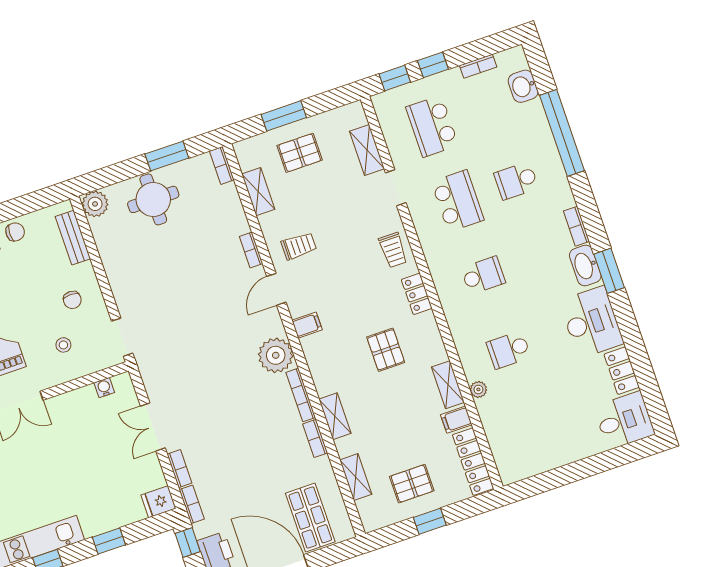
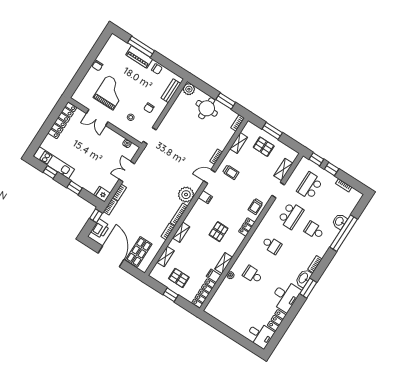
washbasin: (523, 86) -> (340, 221), moved

